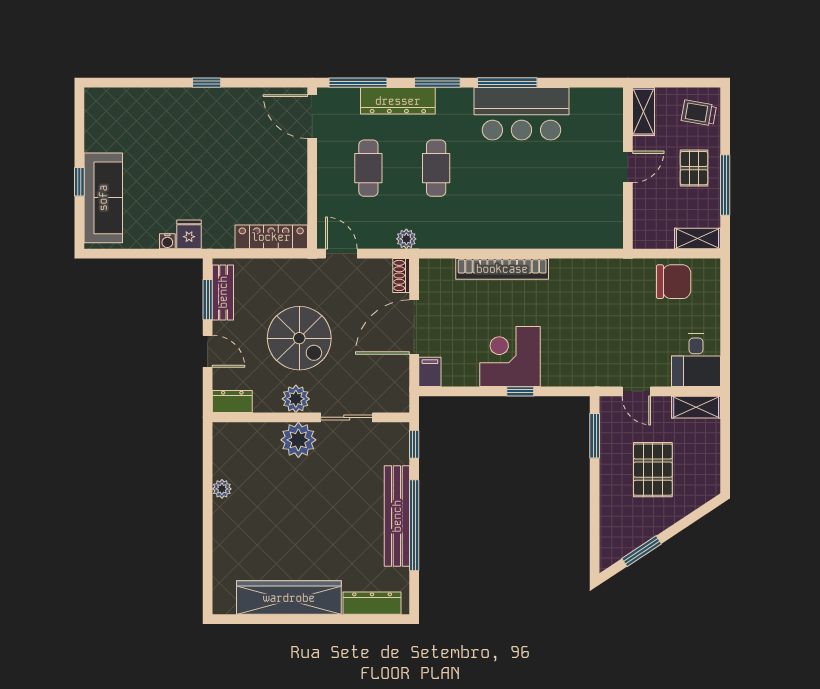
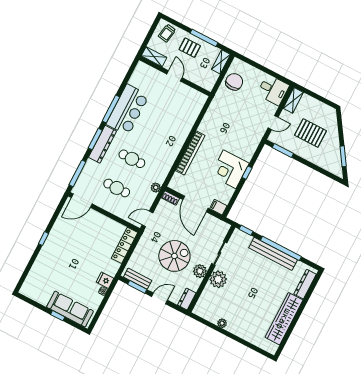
dresser: (398, 101) -> (103, 144), moved

